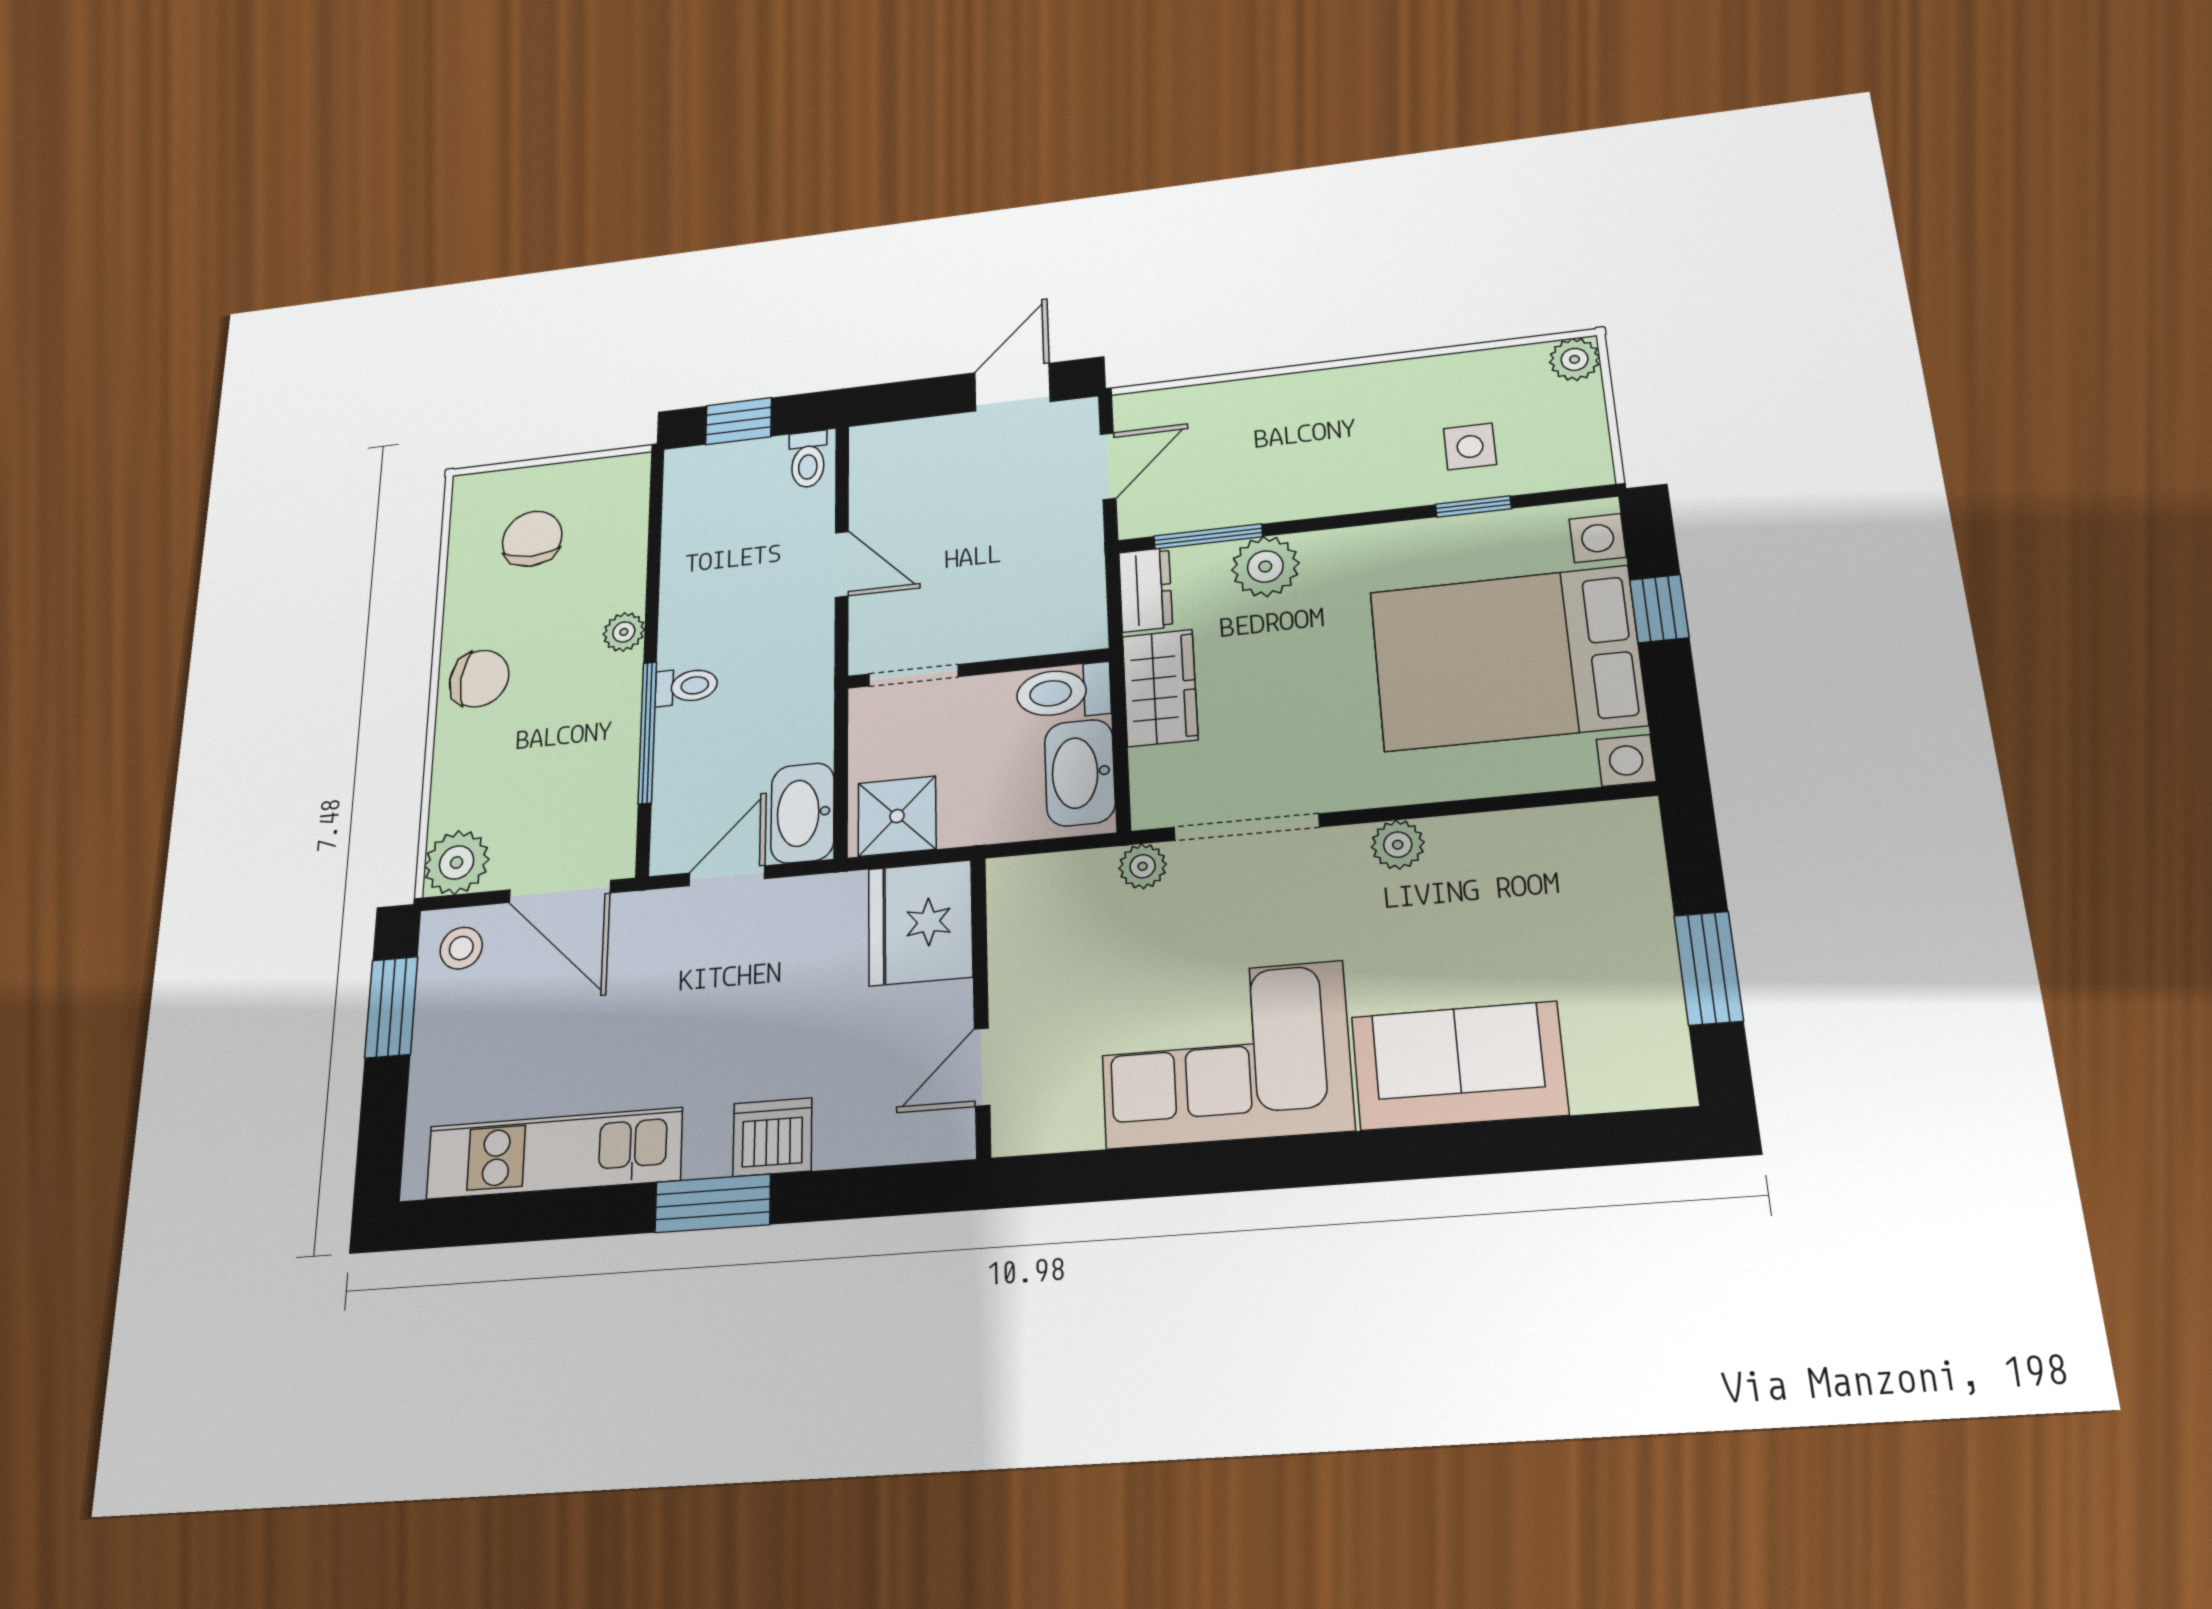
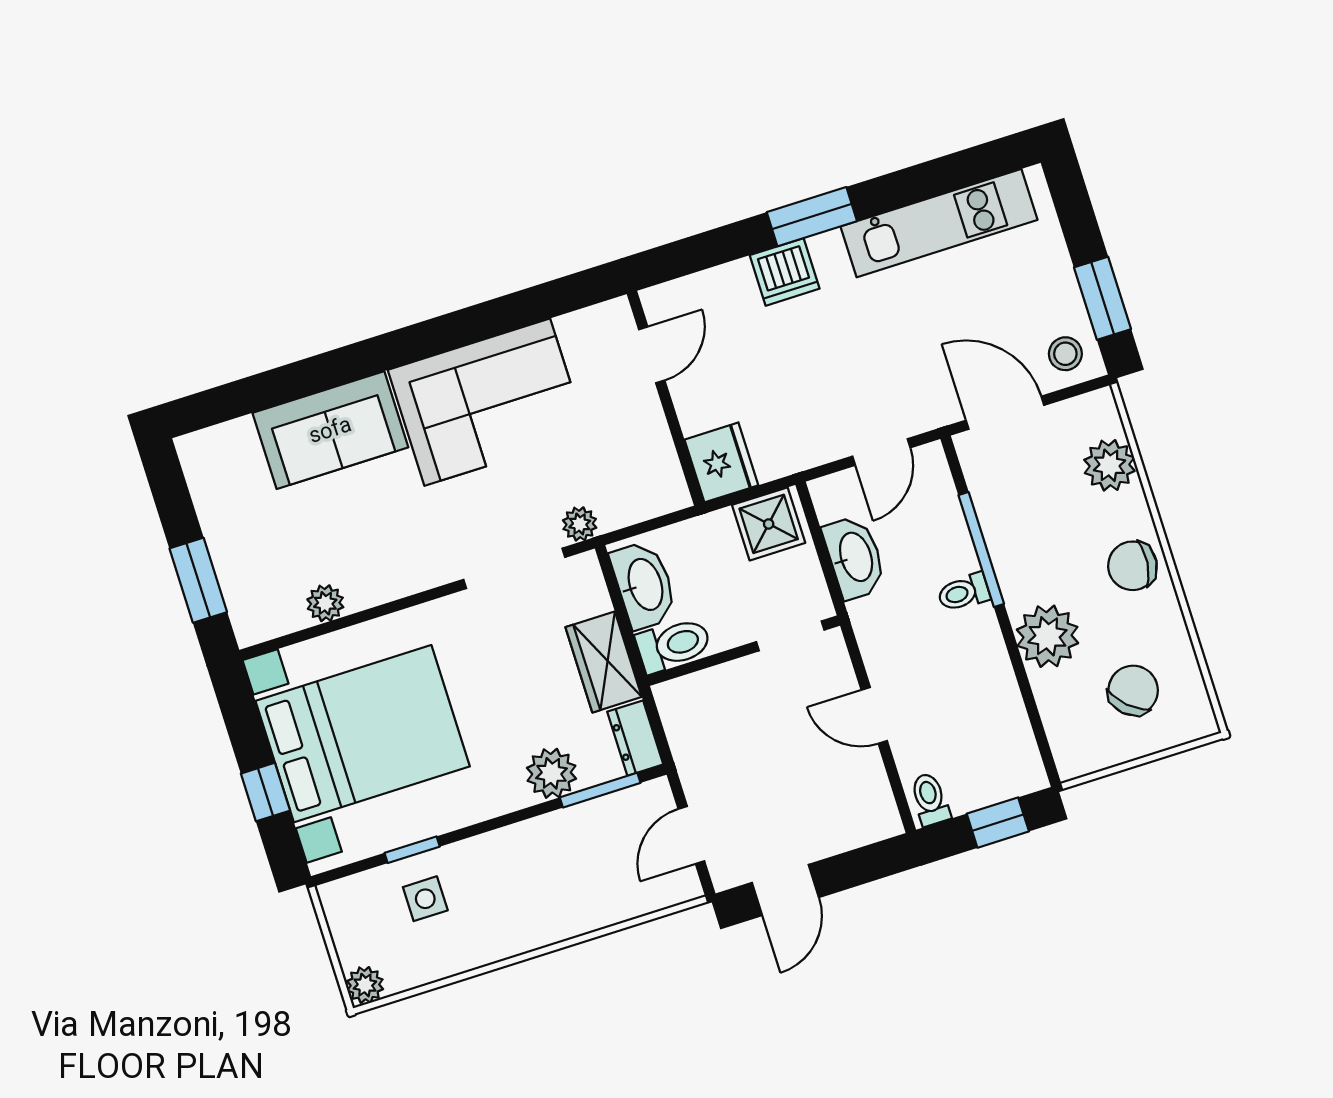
chair: (532, 539) -> (1133, 690), turned -137
plant: (624, 632) -> (1047, 636), width x1.87, depth x1.87
washbasin: (802, 813) -> (855, 557), moved
plant: (1398, 845) -> (325, 603), moved
plant: (457, 863) -> (1109, 465), moved
fridge: (920, 923) -> (721, 462), width x0.73, depth x0.75
window: (1709, 968) -> (198, 580), moved

